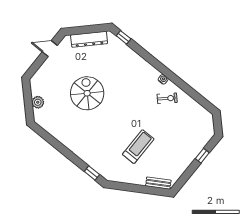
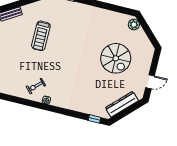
spiral stairs: (87, 93) -> (116, 58), moved
plant: (38, 102) -> (134, 24), moved

